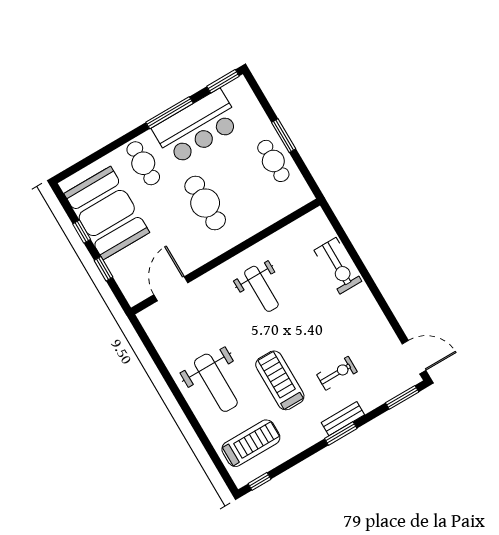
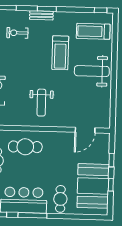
cafe table: (205, 203) -> (25, 147), moved, turned 90
weight bench: (261, 289) -> (41, 103), turned 180
exercise bike: (337, 373) -> (17, 33), moved
weight bench: (216, 383) -> (92, 71), turned -90

